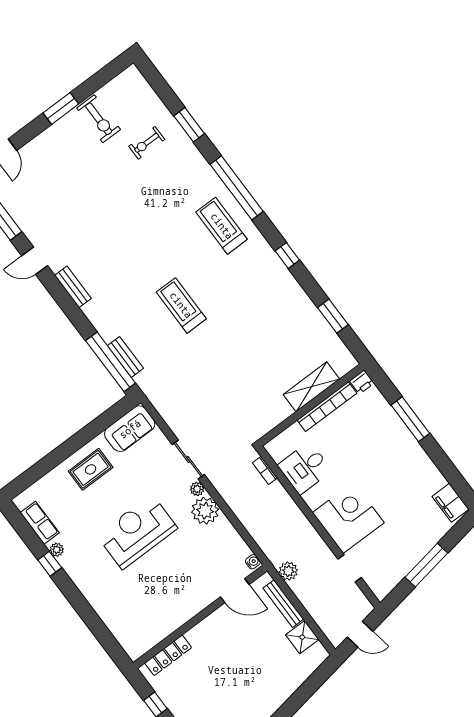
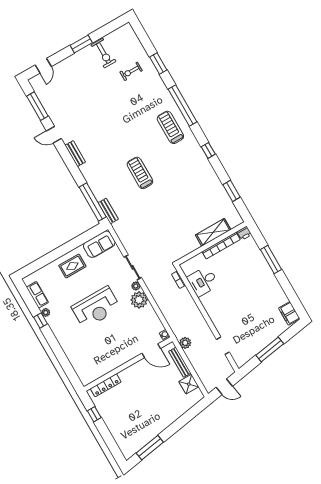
bench: (125, 357) -> (108, 211), moved
corner desk: (348, 518) -> (226, 315), removed
reception desk: (137, 532) -> (96, 308), turned 180

